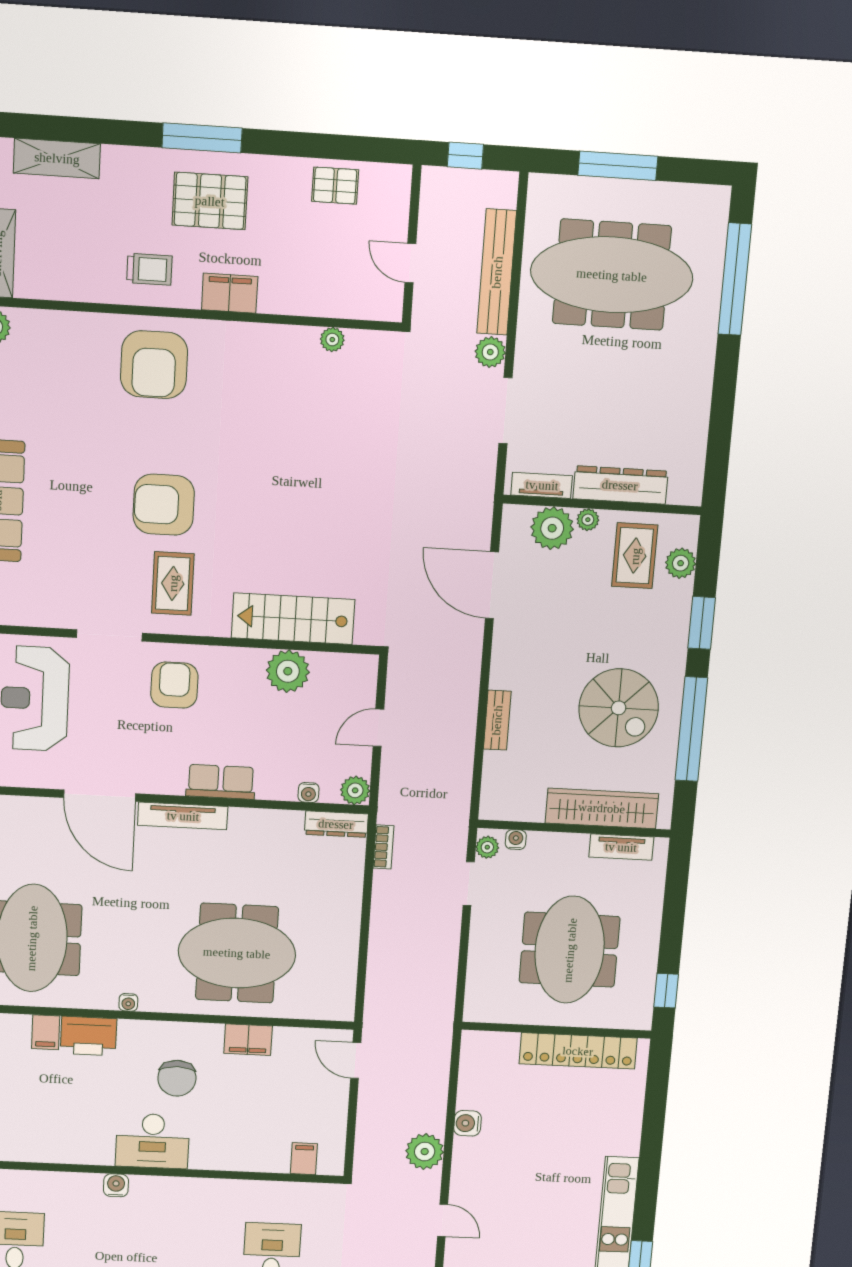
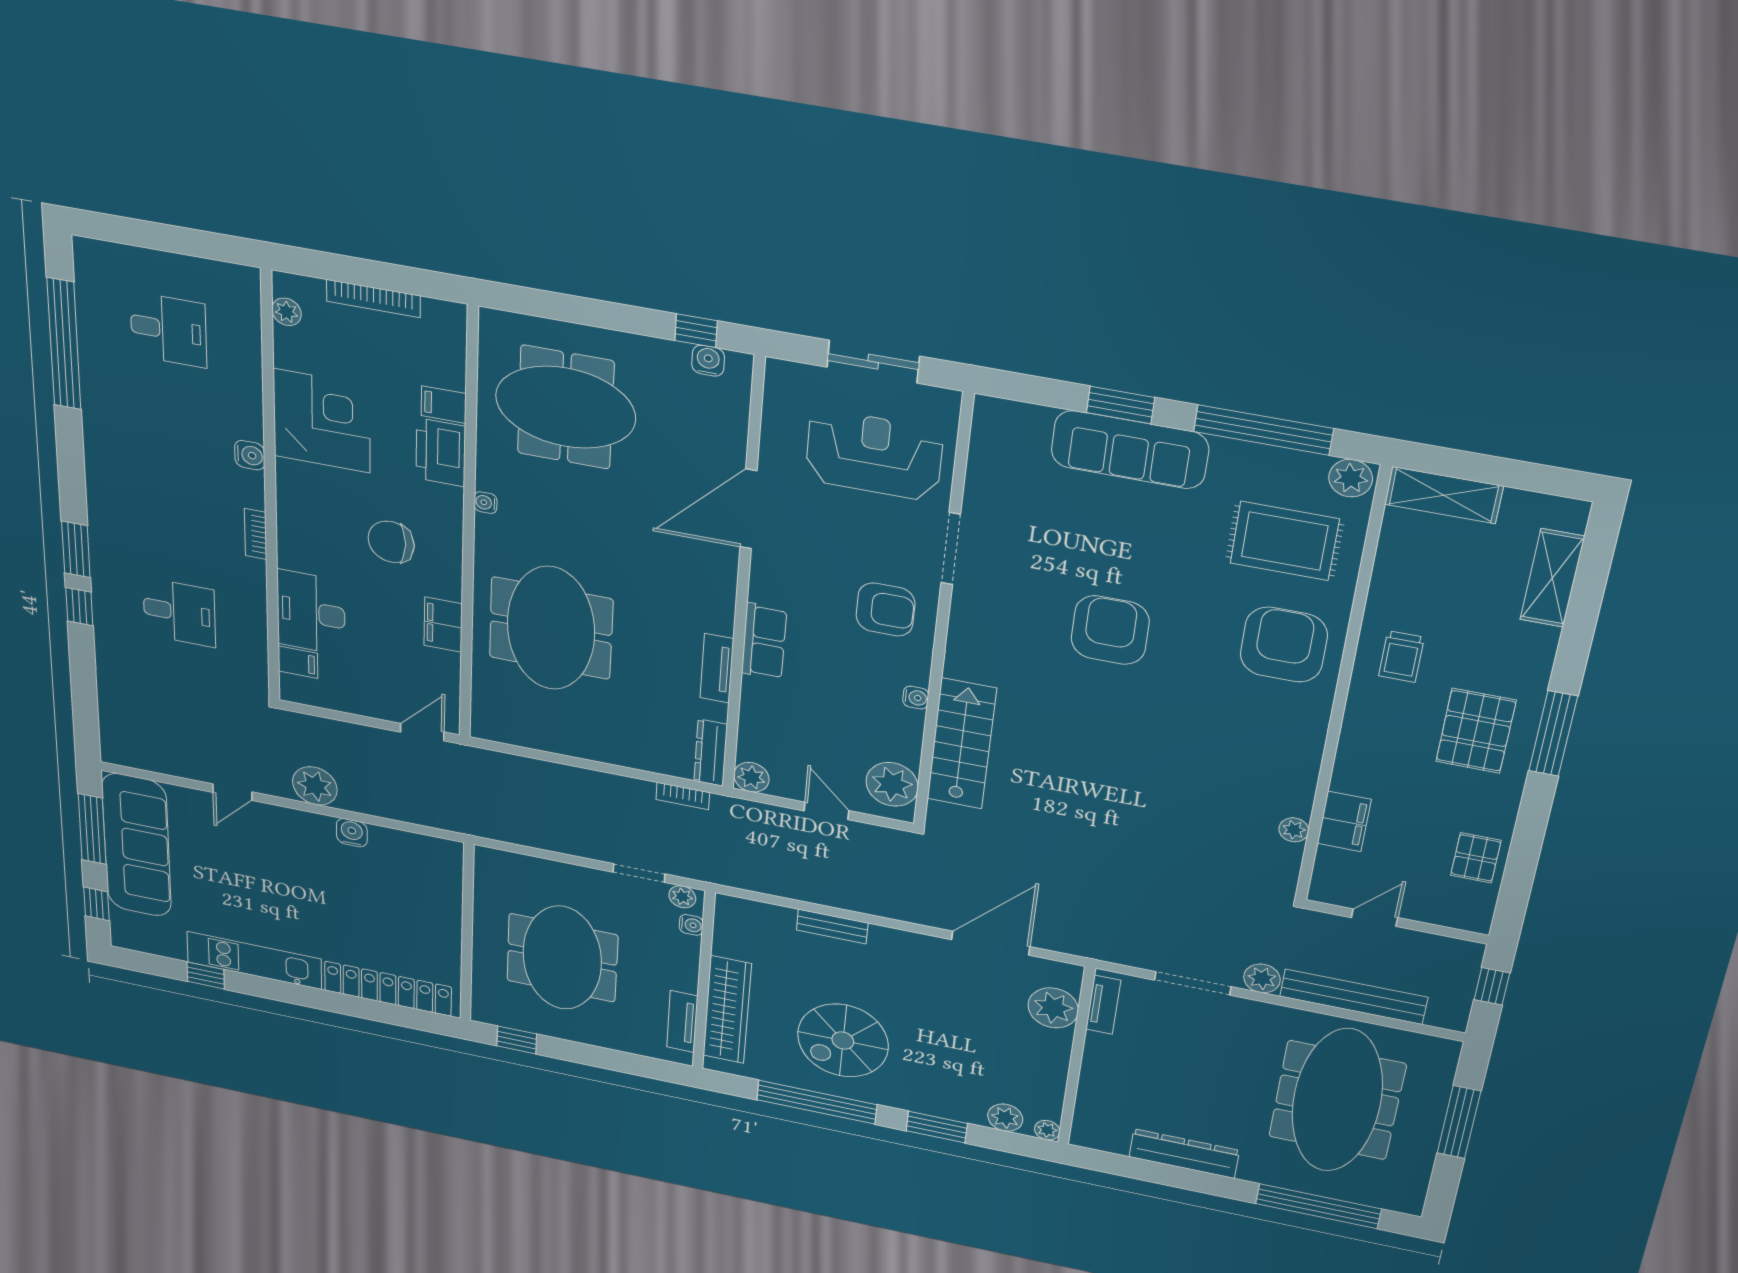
filing cabinet: (230, 293) -> (1344, 821), moved
armchair: (154, 365) -> (1284, 645), turned 90
dresser: (620, 485) -> (1184, 1154), moved, turned -90
plant: (588, 520) -> (1047, 1130), moved
rug: (635, 556) -> (1016, 1078), removed
rug: (173, 583) -> (1285, 541), moved, width x1.36, depth x1.43
plant: (288, 671) -> (892, 784), moved
water cooler: (308, 792) -> (916, 698), moved, turned 180
tv unit: (183, 816) -> (717, 668), moved, width x0.71
meeting table: (570, 950) -> (562, 958), turned 90
locker: (578, 1051) -> (388, 989), moved, turned 90
corner desk: (76, 1127) -> (322, 421), added
desk: (153, 1141) -> (311, 612), moved
bookcase: (187, 1185) -> (256, 534), added

